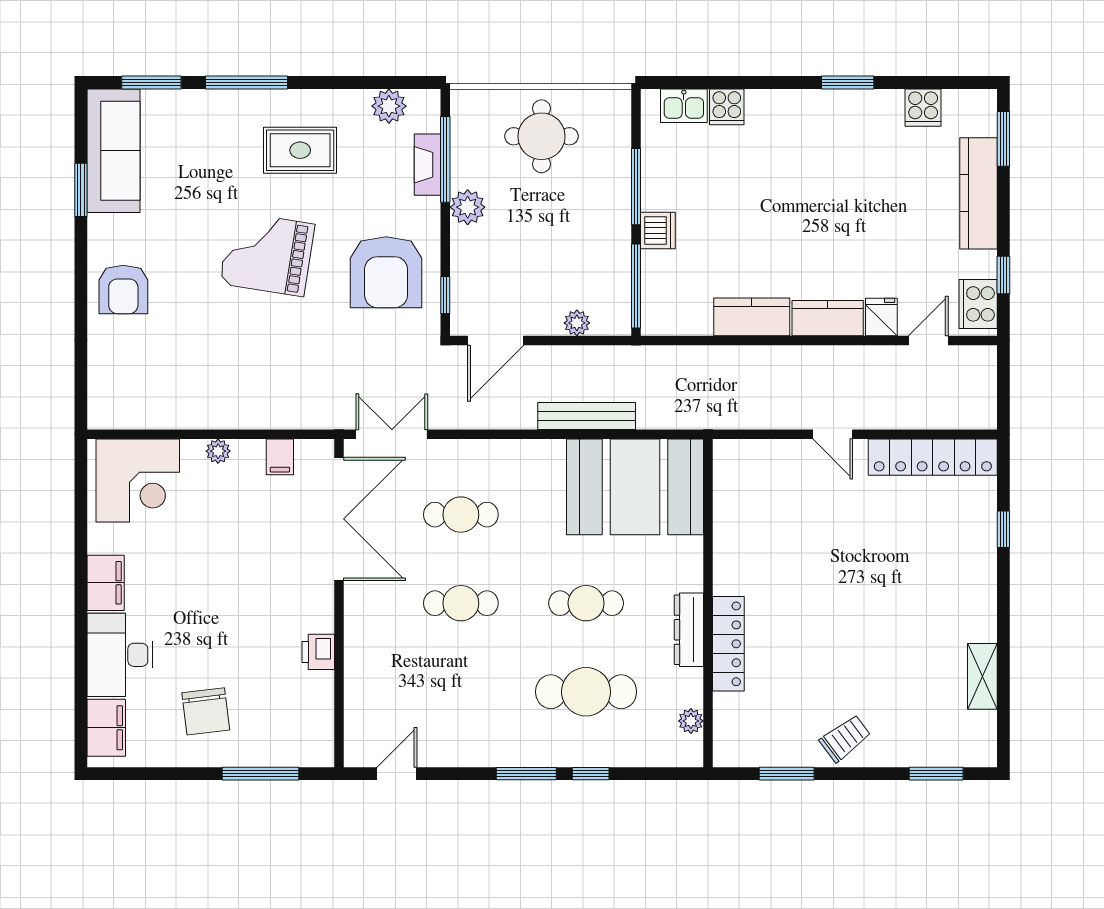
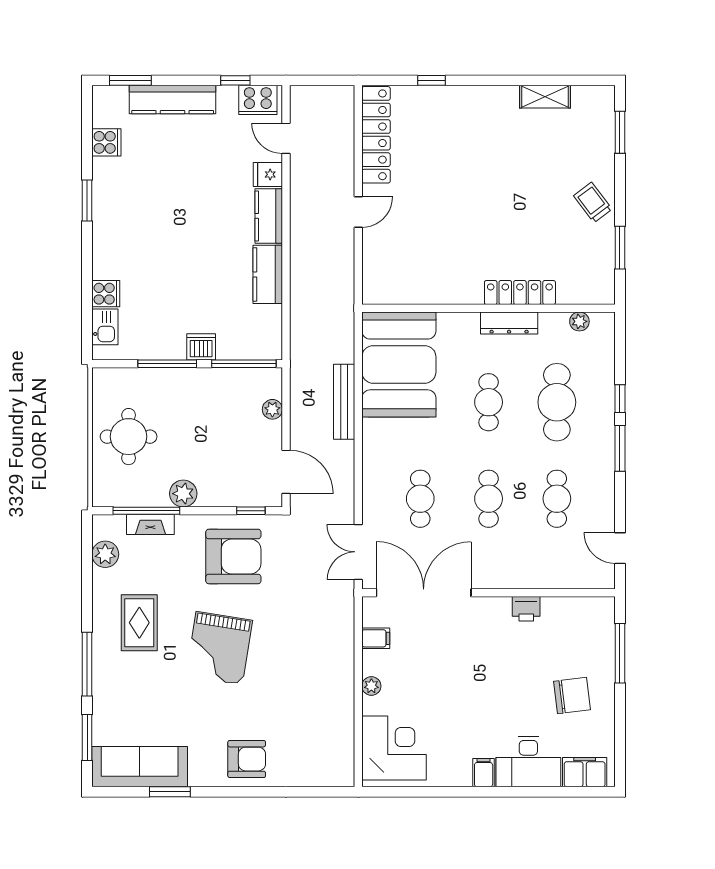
filing cabinet: (106, 583) -> (484, 773), width x0.50
cafe table: (461, 692) -> (557, 499), added

